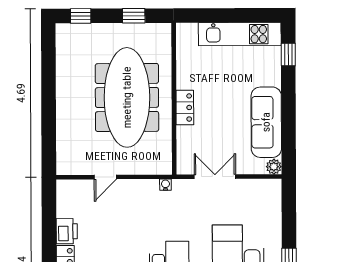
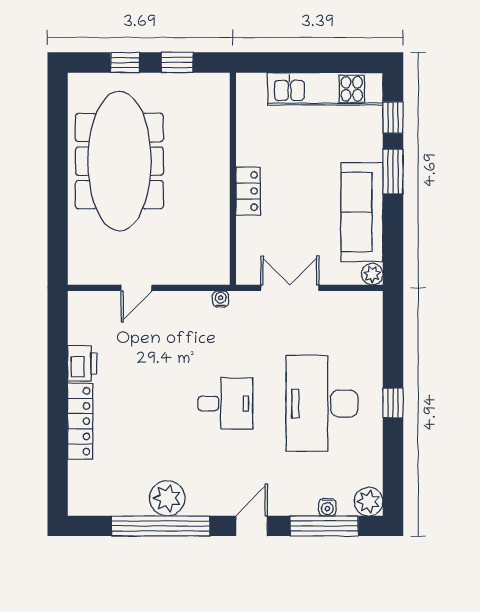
window: (81, 16) -> (125, 62), moved
window: (288, 93) -> (393, 171), added
meeting table: (127, 97) -> (119, 161), moved

